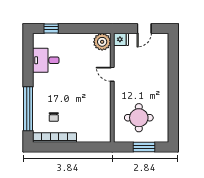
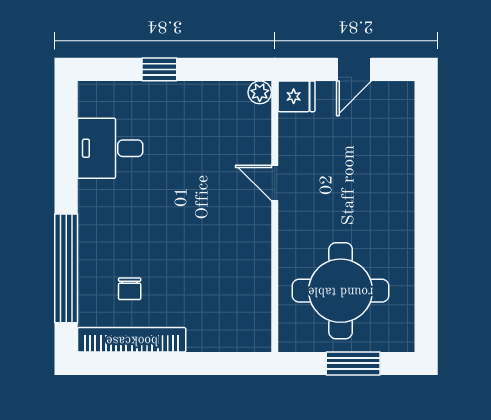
window: (51, 28) -> (159, 69), moved
plant: (102, 42) -> (260, 92), width x0.53, depth x0.53
round table: (139, 118) -> (341, 291), width x1.36, depth x1.36

